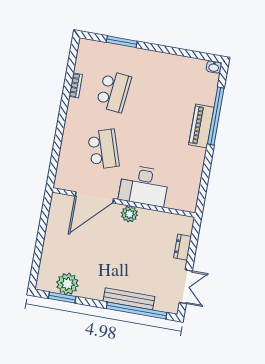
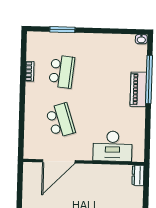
desk: (144, 186) -> (113, 146), moved
plant: (129, 214) -> (90, 171), removed
dresser: (183, 247) -> (138, 175), moved

